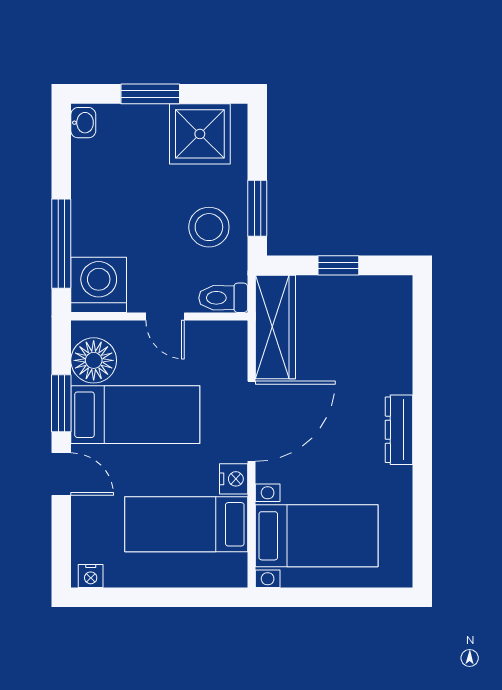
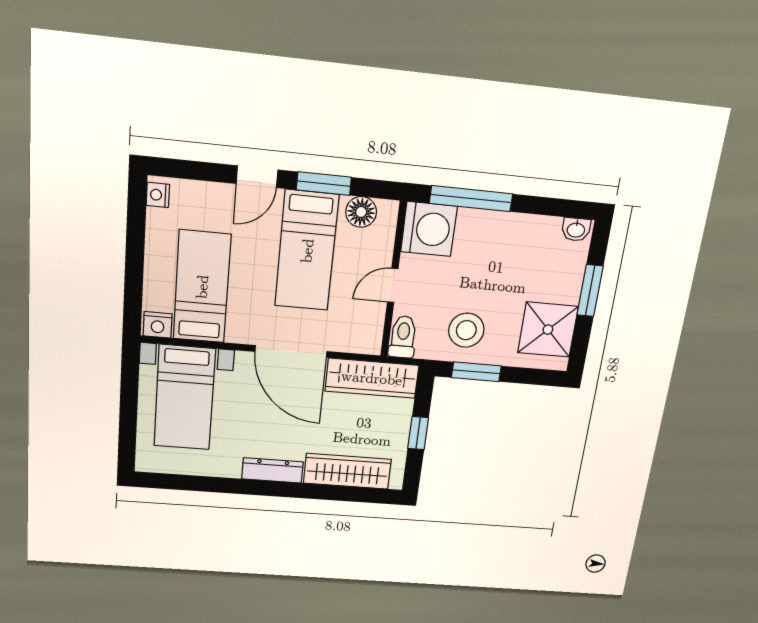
wardrobe: (393, 342) -> (347, 471), added
floor lamp: (94, 360) -> (361, 212), width x0.73, depth x0.73
nightstand: (234, 479) -> (158, 325), moved

